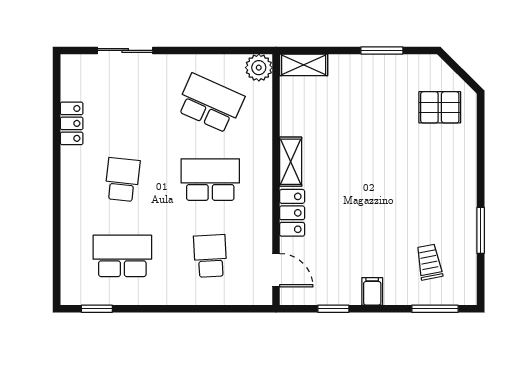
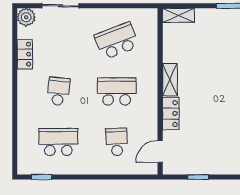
plant: (259, 68) -> (26, 17), moved
school desk: (210, 103) -> (117, 41), turned -45
door: (276, 270) -> (160, 151), swing flipped
filing cabinet: (372, 291) -> (224, 165), removed

